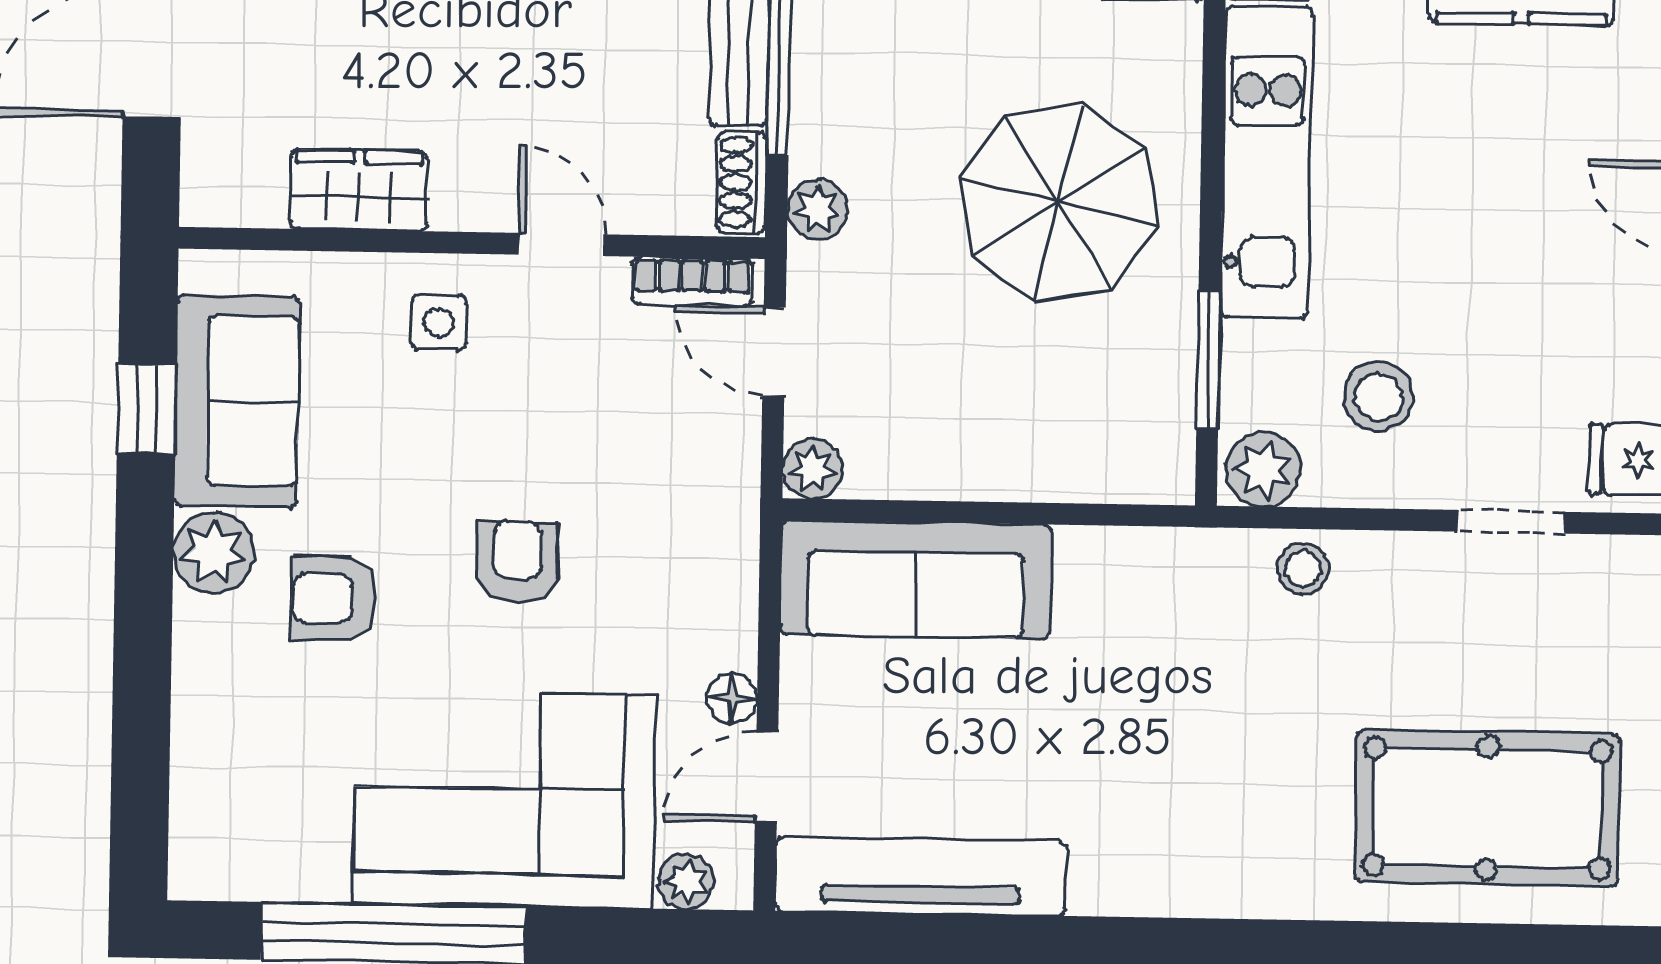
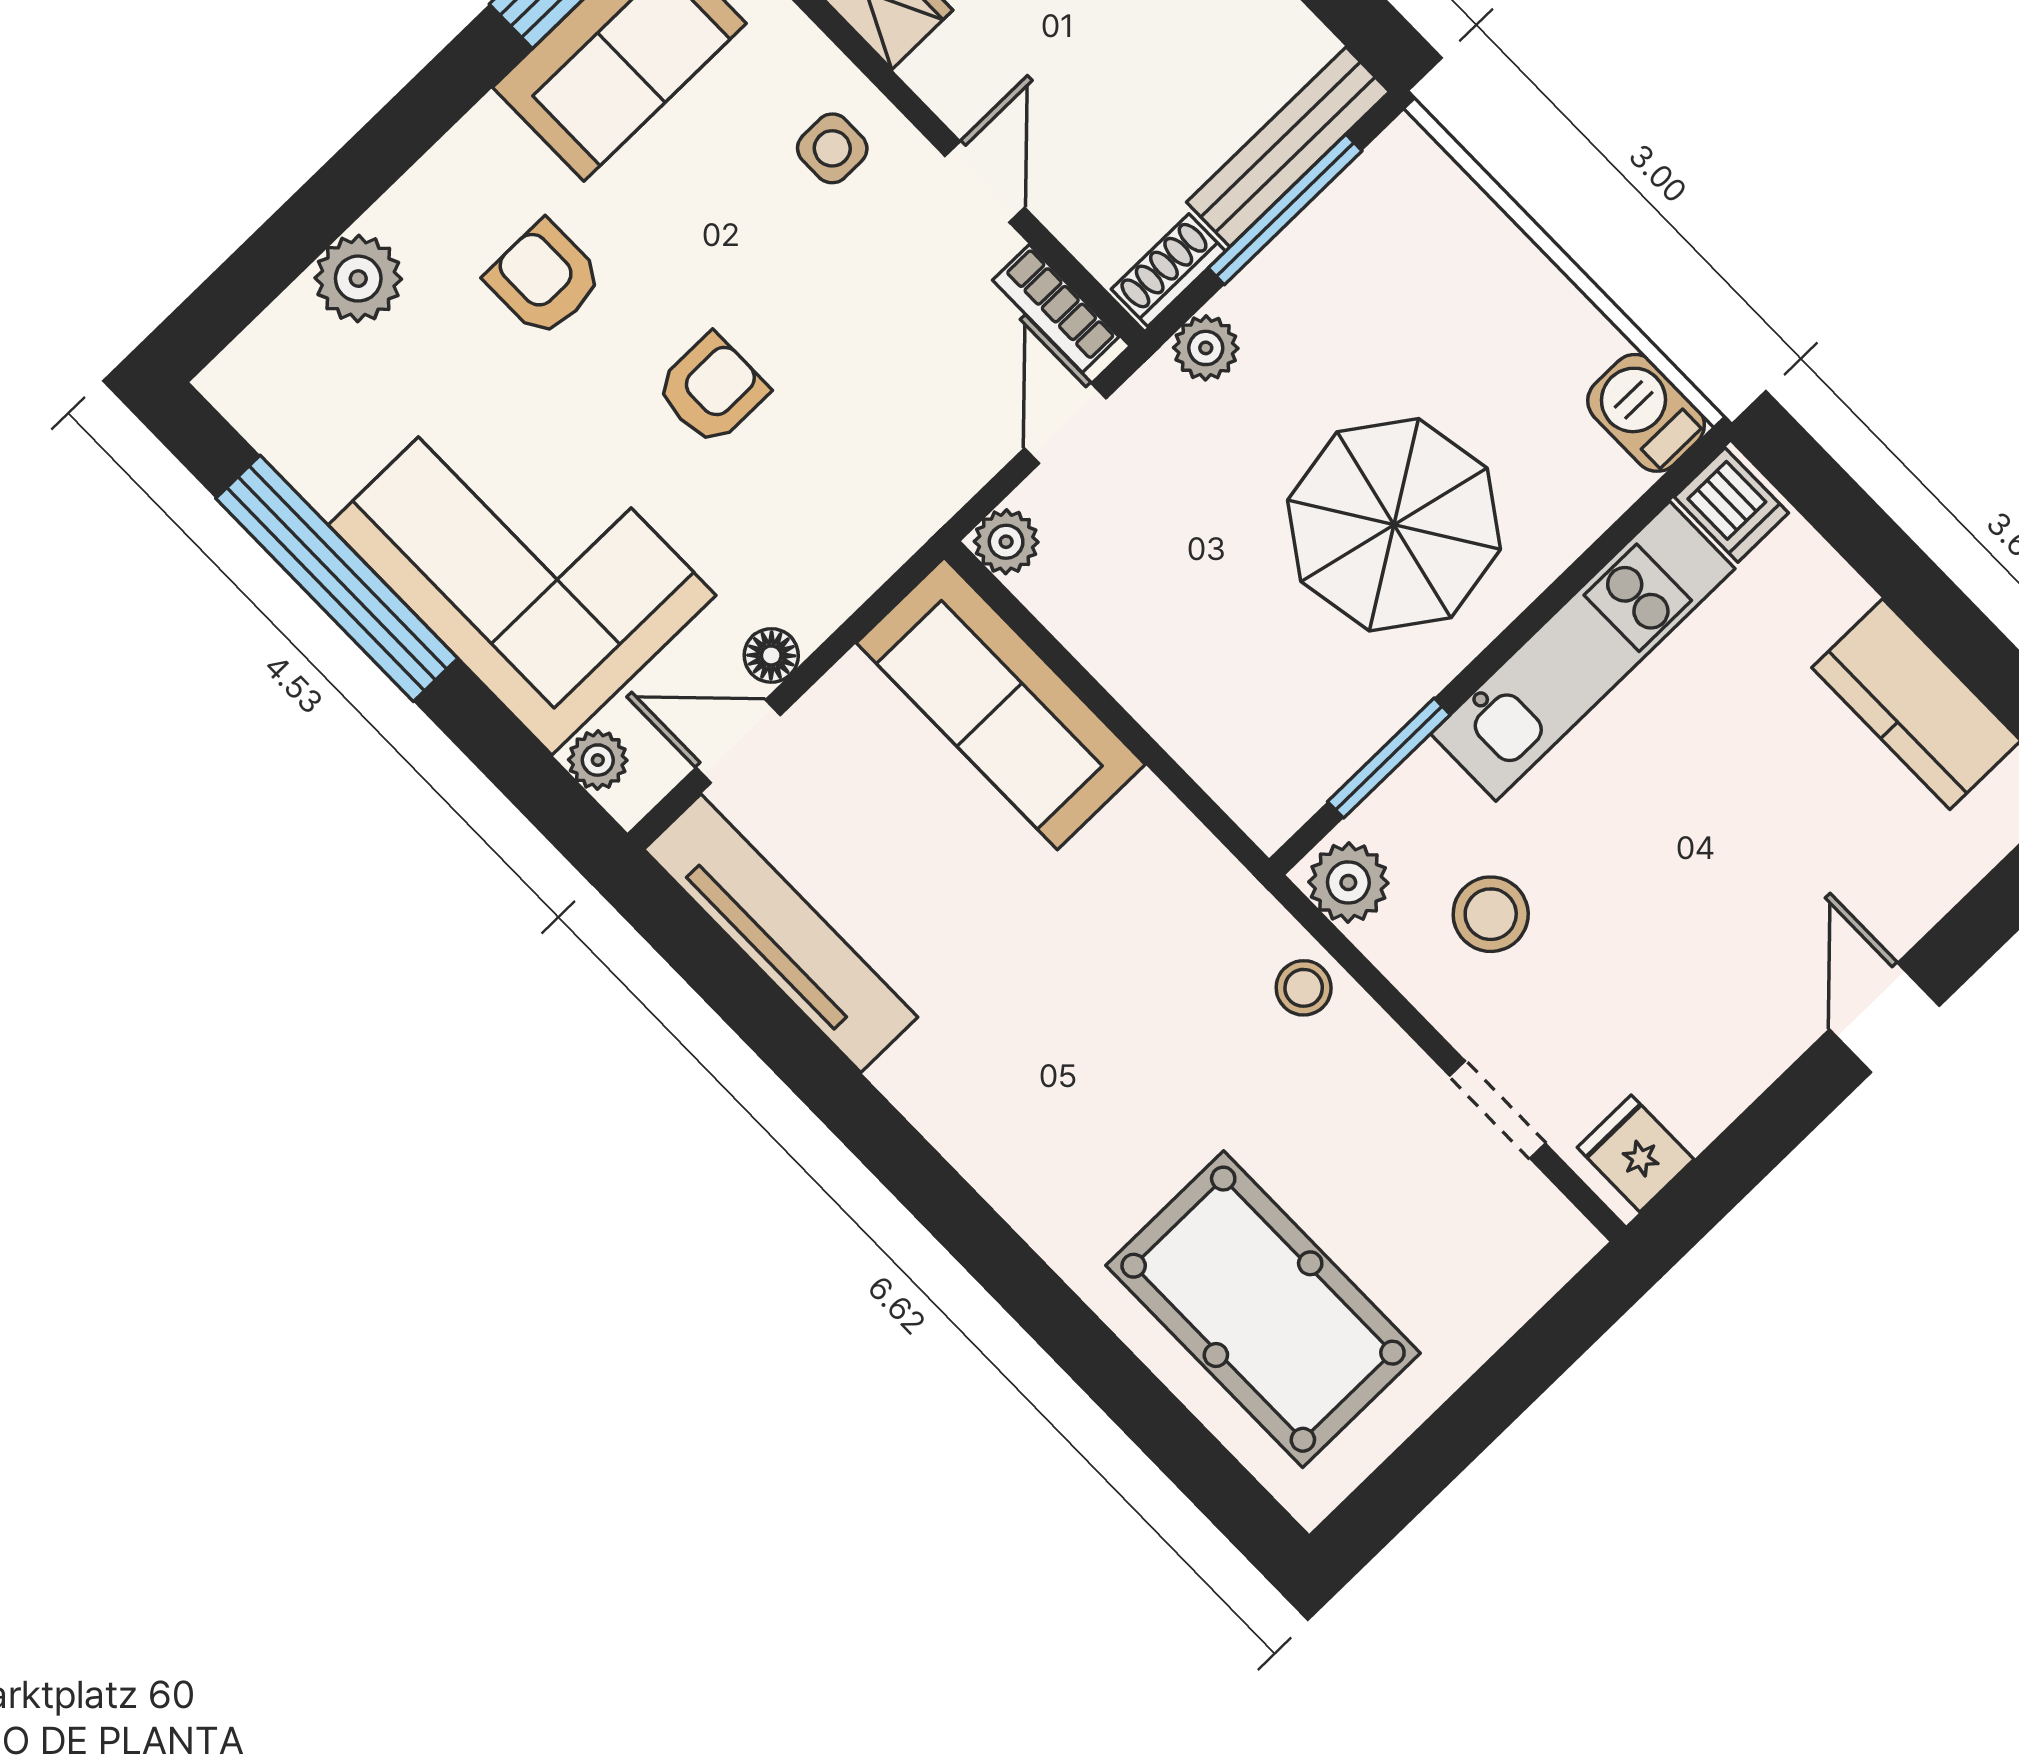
plant: (214, 553) -> (358, 279), moved

